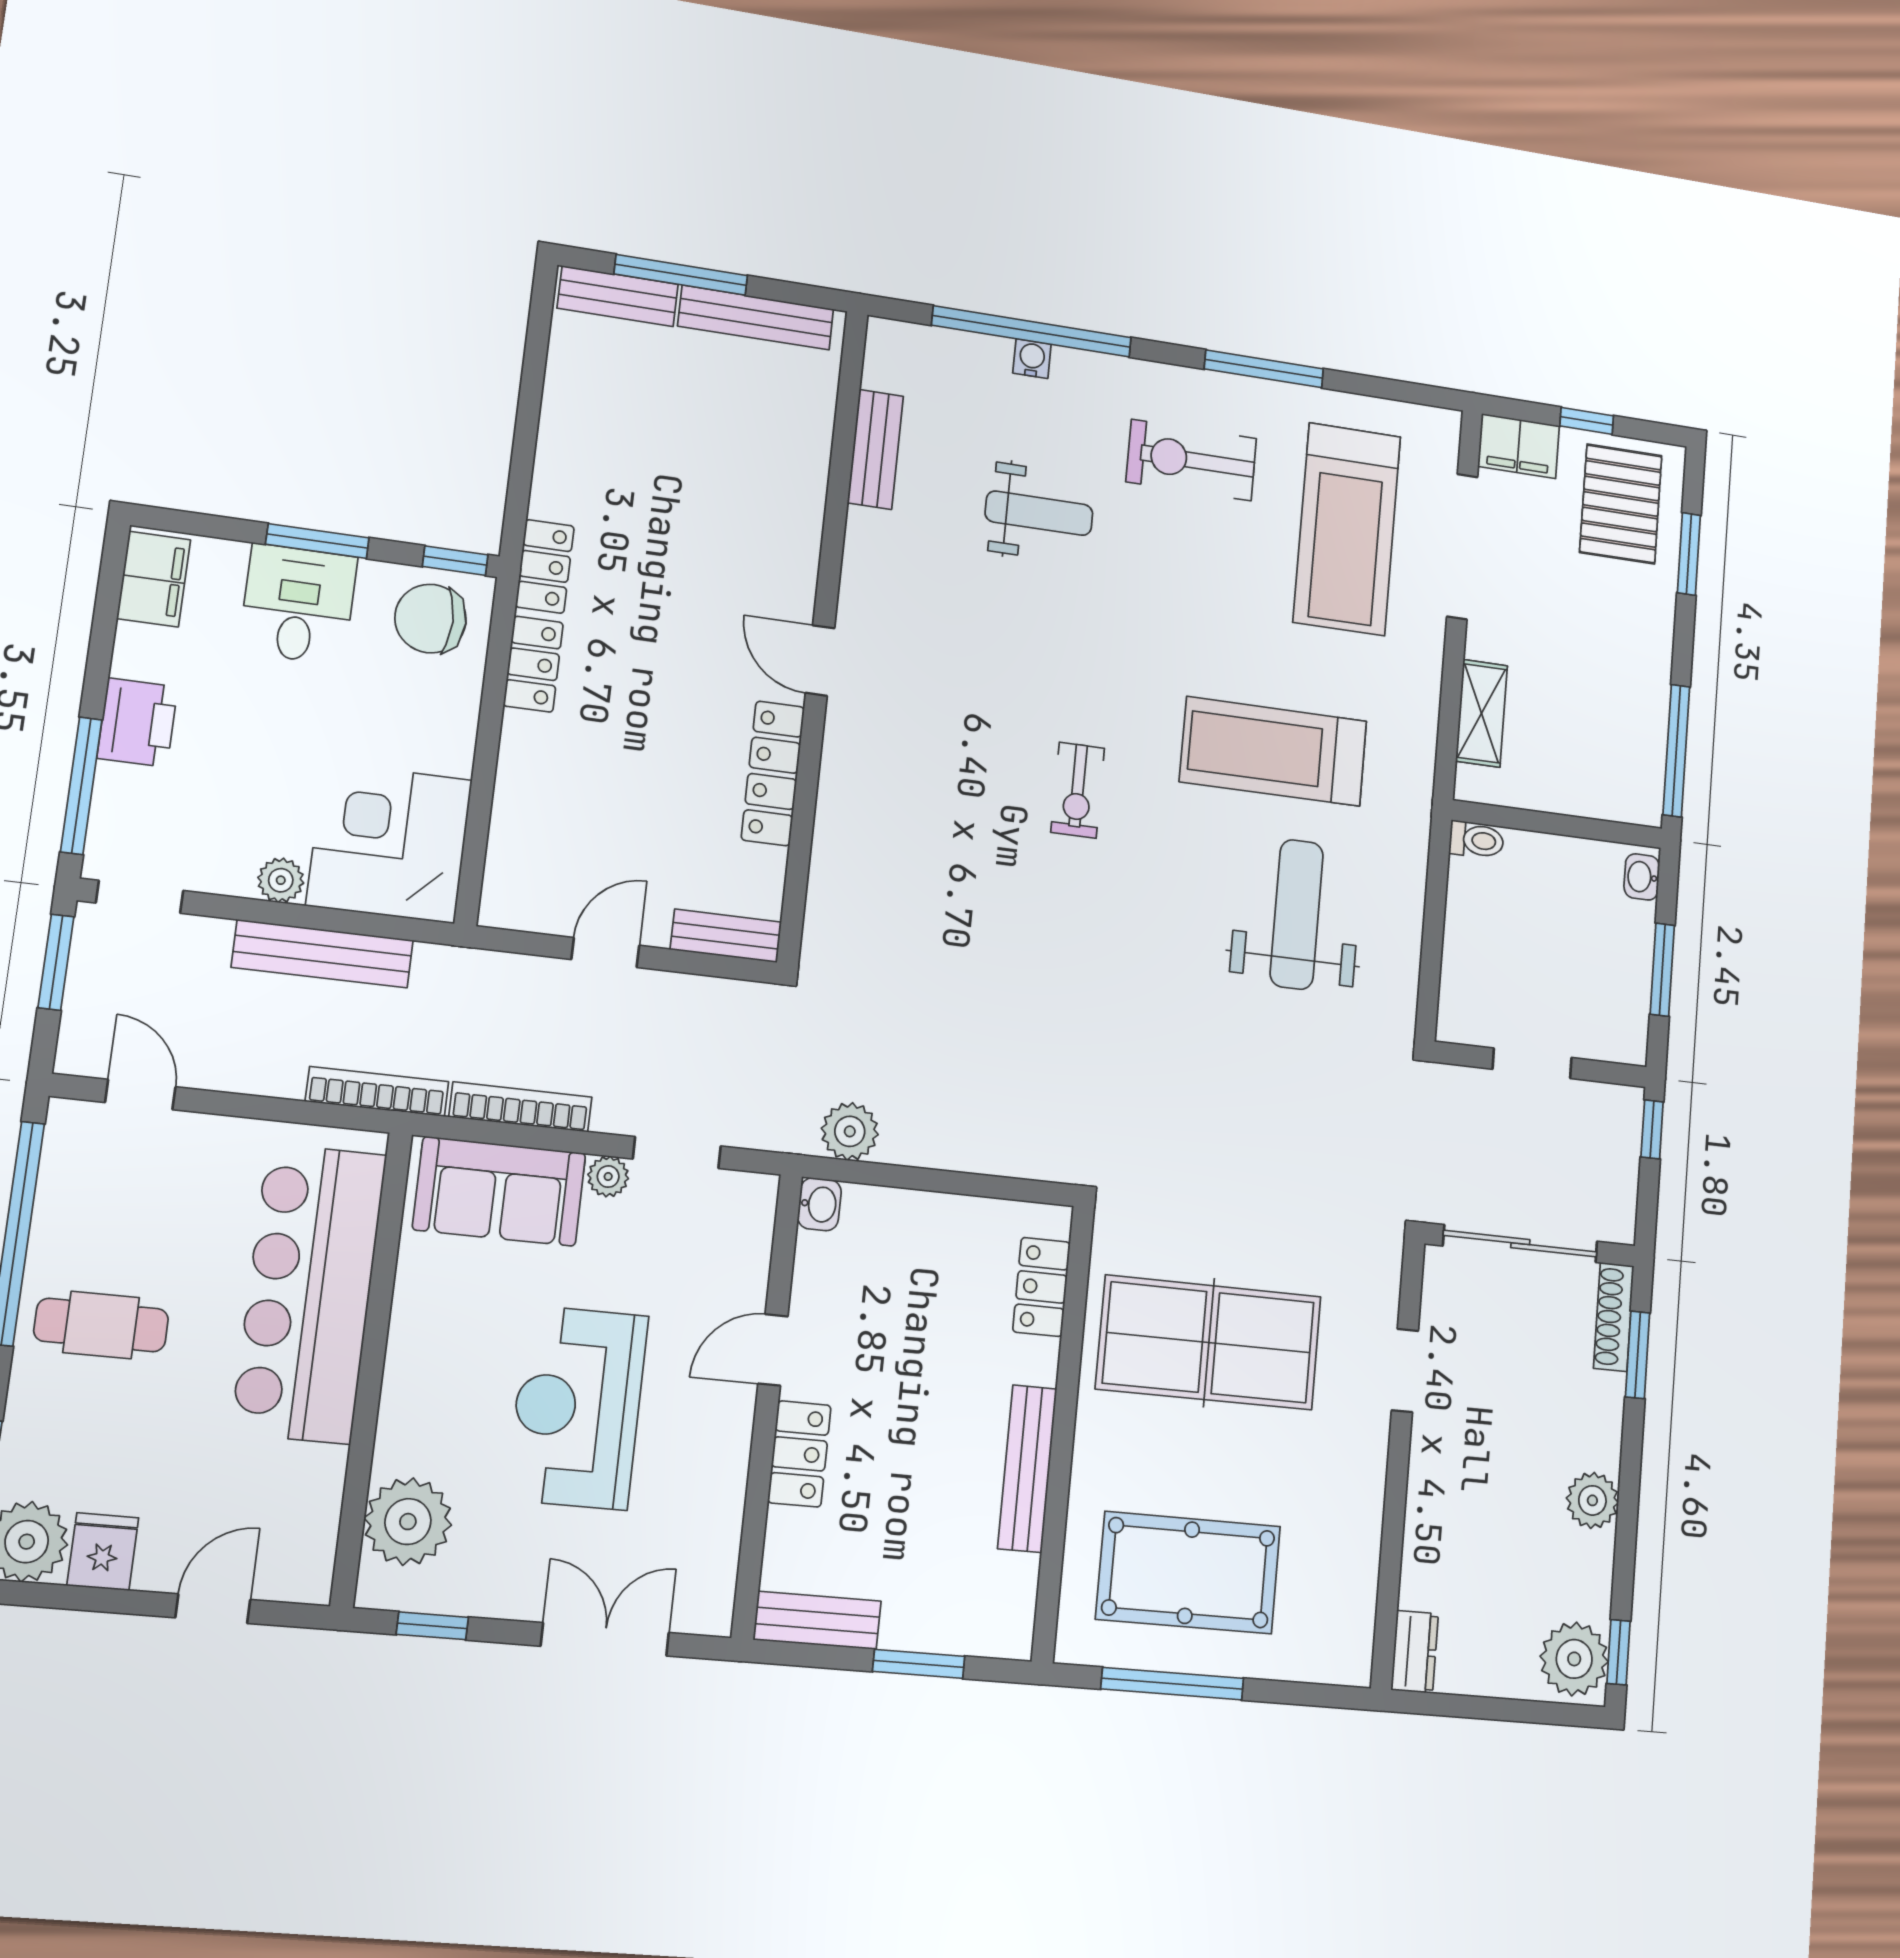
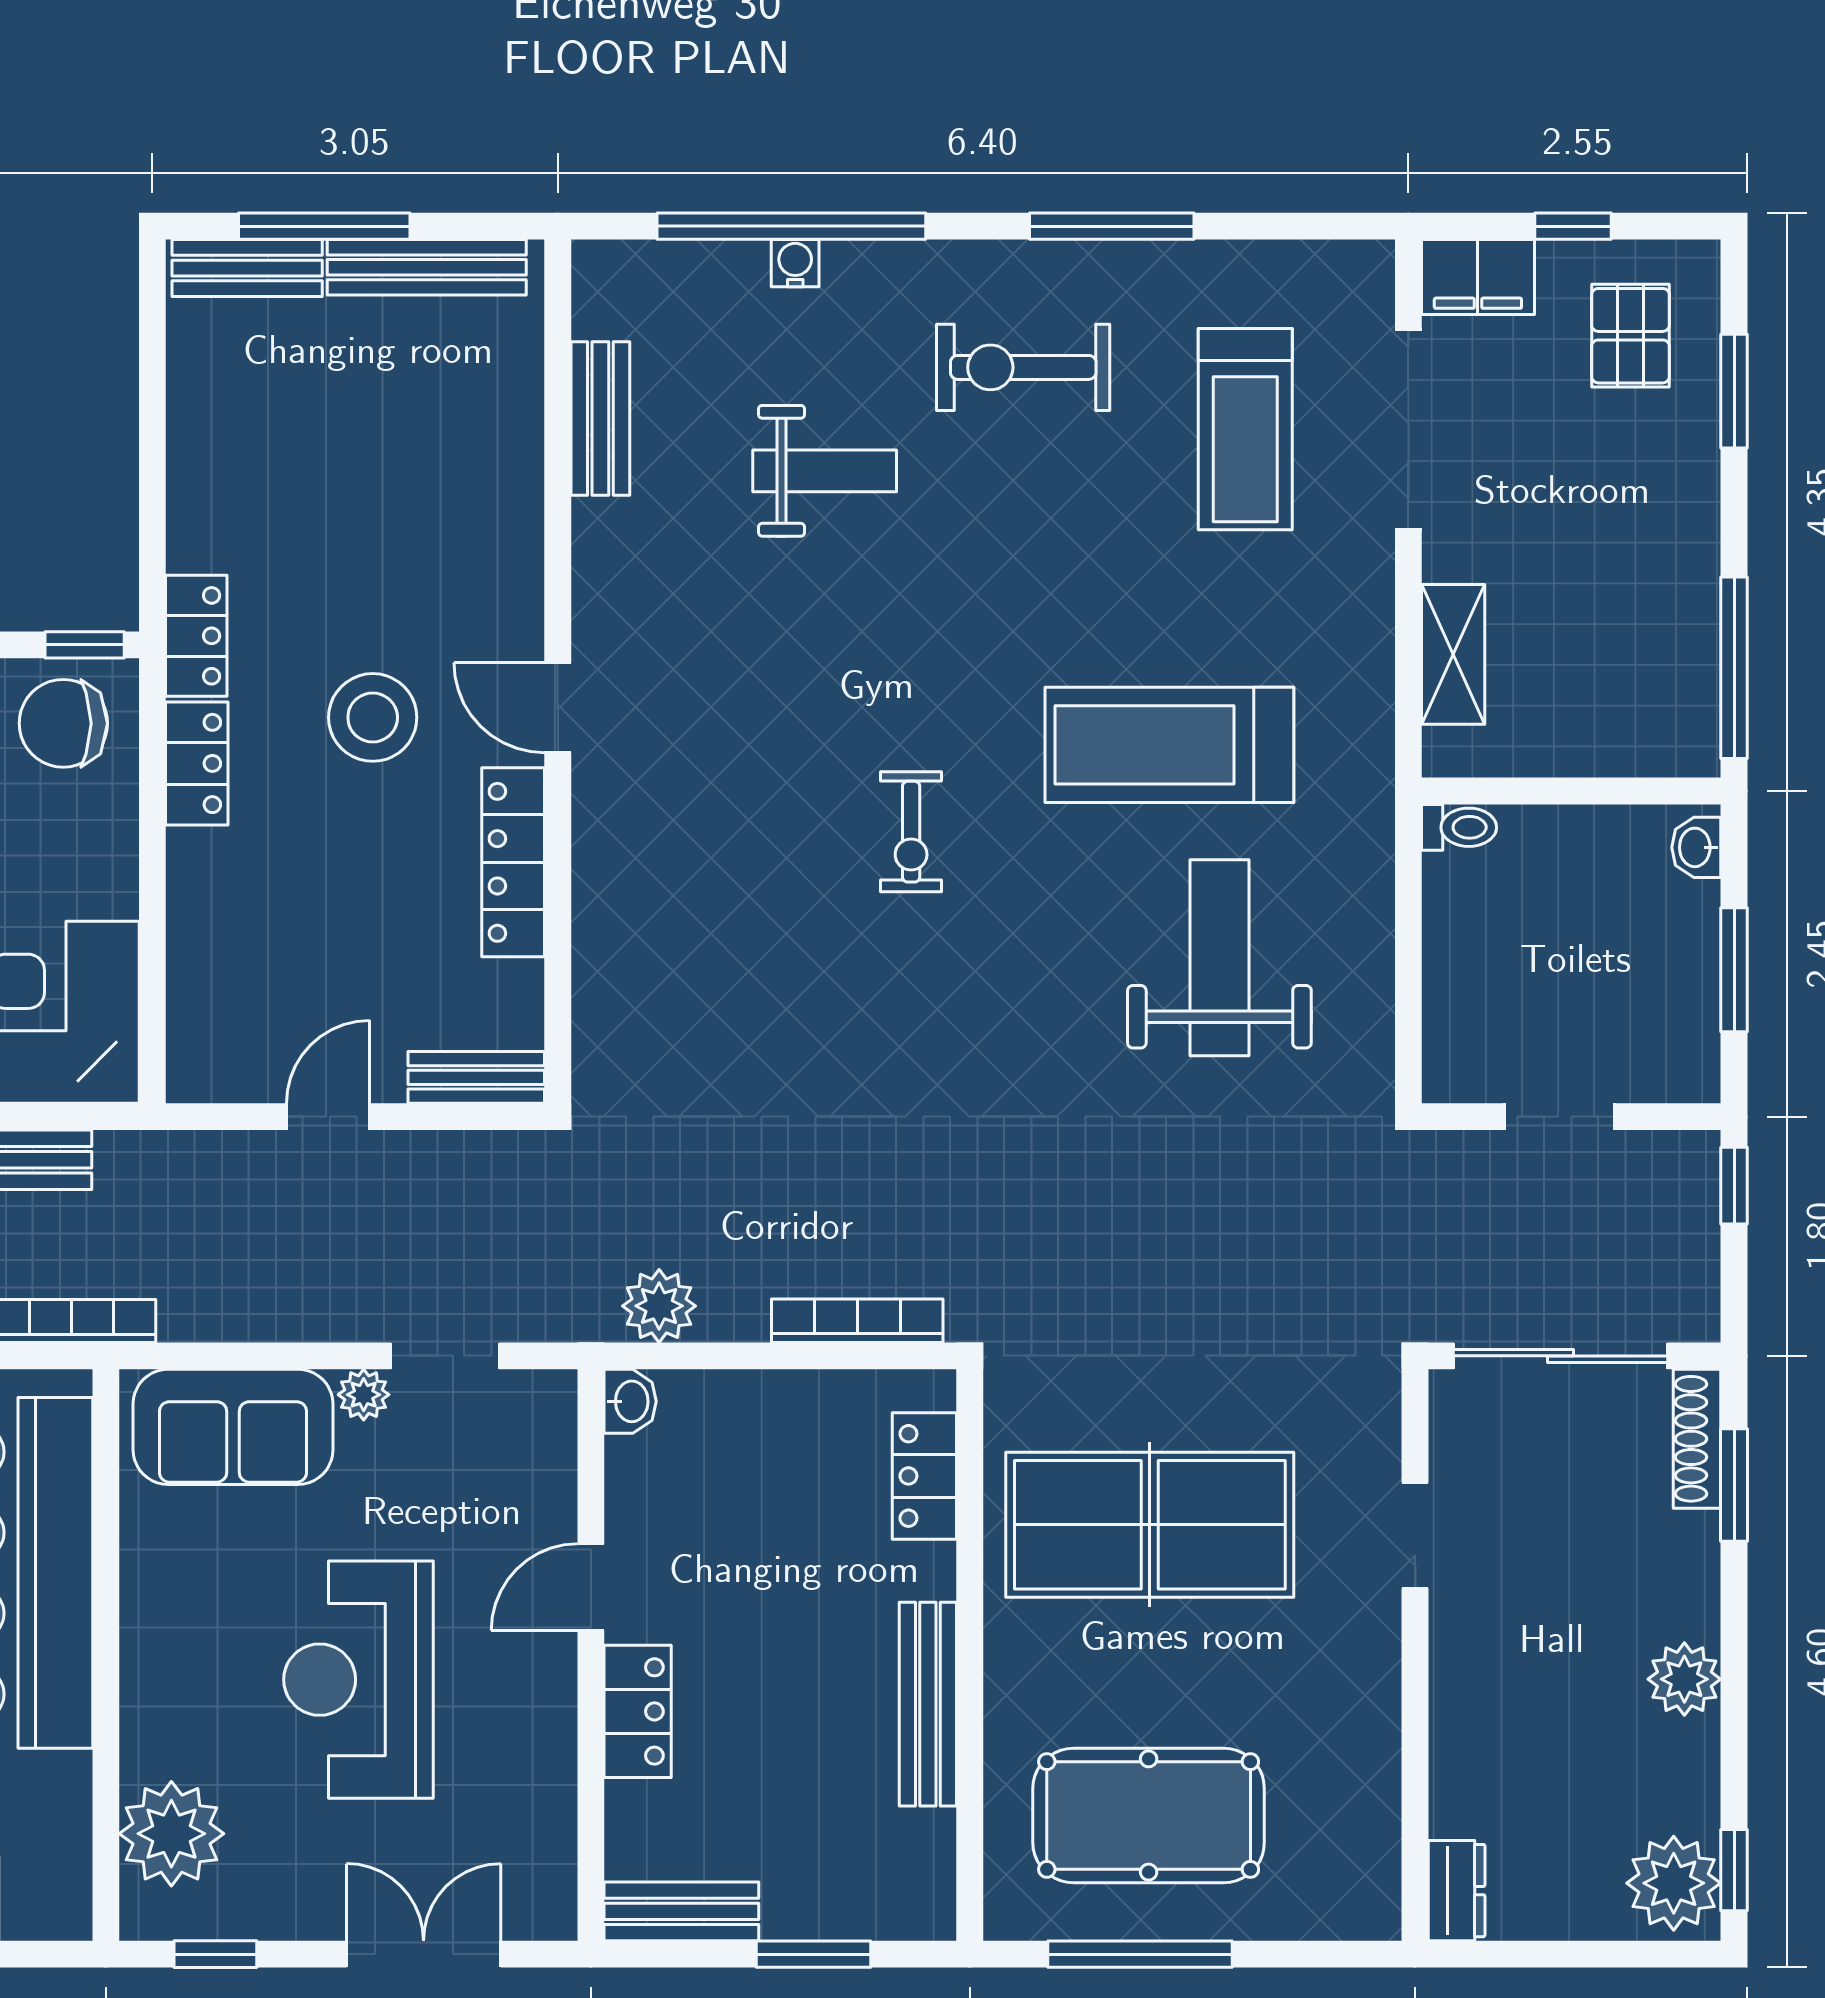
pallet: (1621, 504) -> (1630, 336), width x0.67, depth x0.71
treadmill: (1347, 529) -> (1245, 429), width x0.73, depth x0.73
stool: (676, 648) -> (373, 717), added
bookcase: (521, 1107) -> (857, 1321), moved

